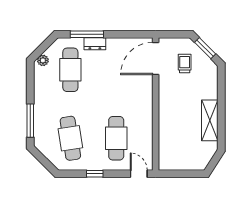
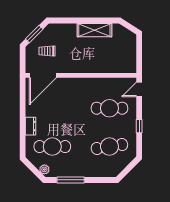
window: (87, 34) -> (23, 133), removed
door: (156, 58) -> (43, 75), hinge flipped
window: (30, 121) -> (71, 180), moved

